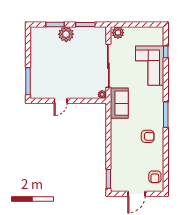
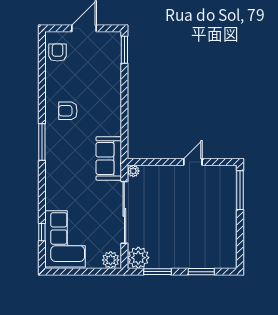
plant: (66, 34) -> (138, 258), moved
corner sofa: (150, 66) -> (65, 239), moved

